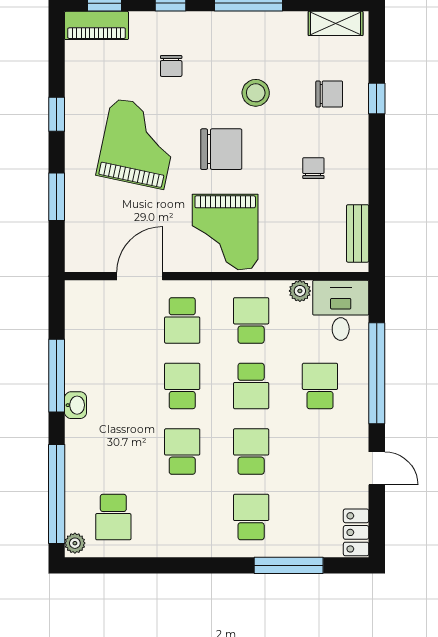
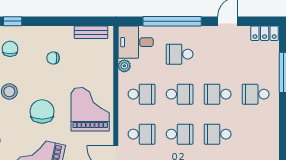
grand piano: (225, 232) -> (90, 109), turned -90
school desk: (251, 320) -> (141, 94), turned 180
school desk: (182, 386) -> (180, 134), turned 180

